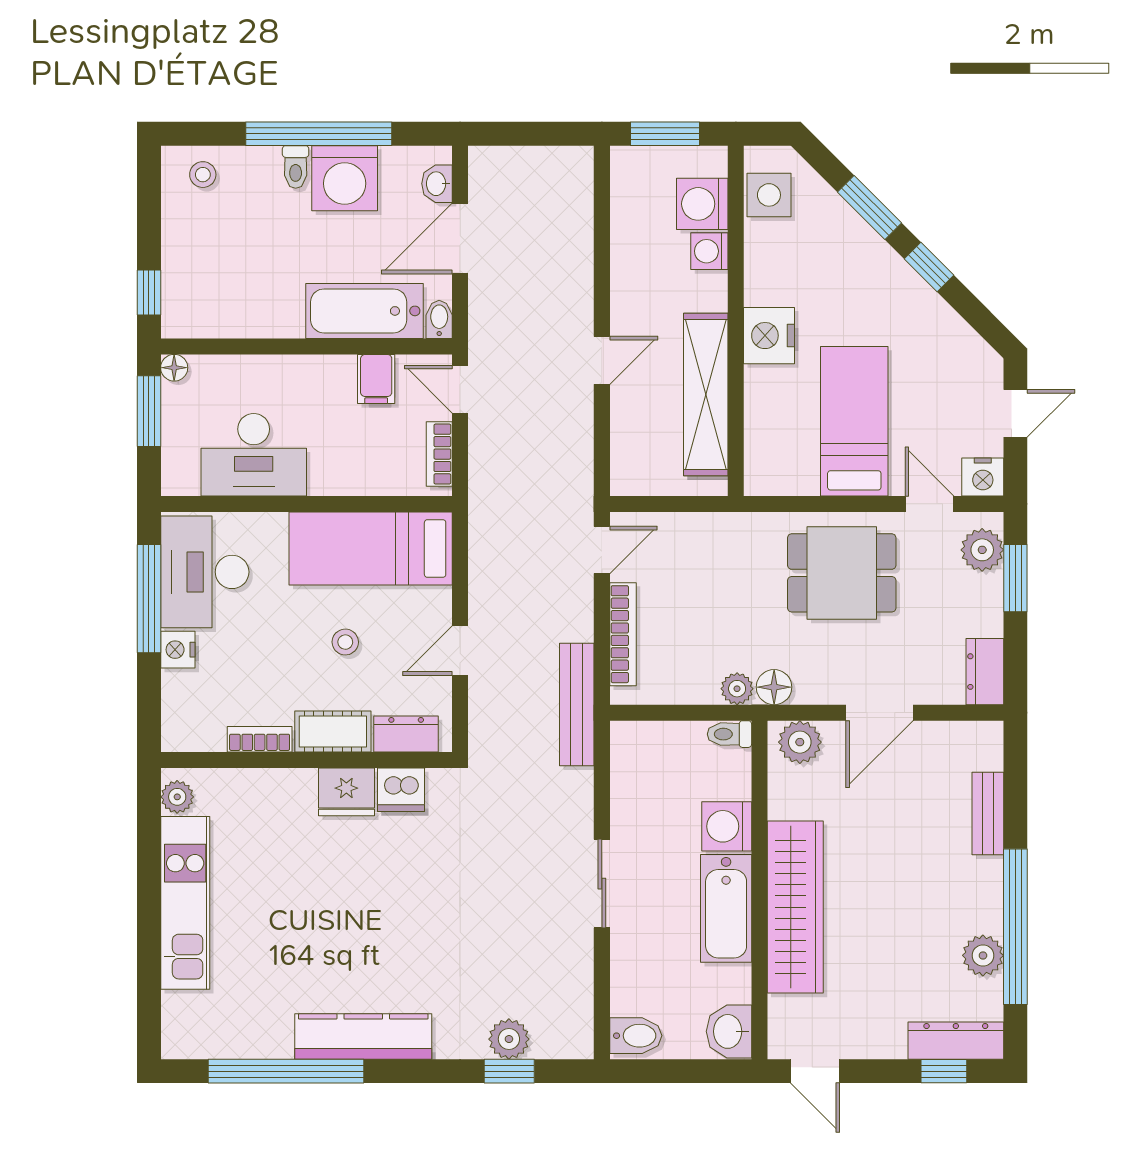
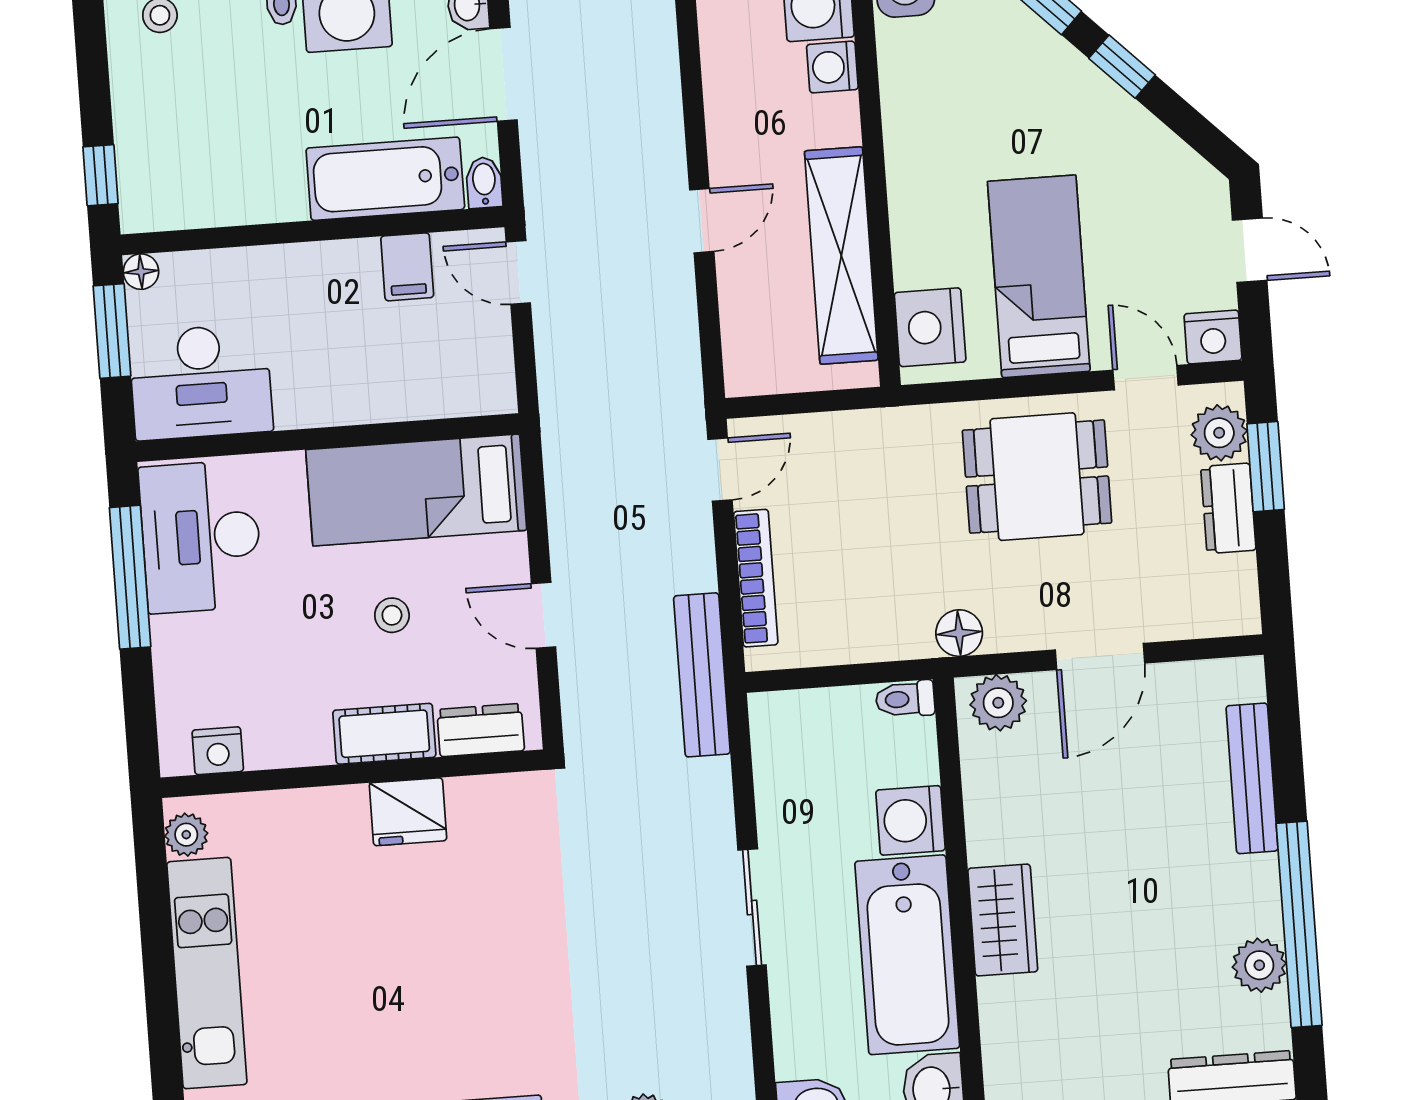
nightstand: (769, 336) -> (930, 327), moved
door: (1015, 413) -> (1250, 250), hinge flipped
bookcase: (439, 454) -> (497, 359), removed
desk: (254, 455) -> (201, 382), moved
nightstand: (178, 650) -> (218, 751), moved, turned -90
door: (460, 651) -> (544, 615), hinge flipped
dresser: (985, 672) -> (1228, 508), moved
plant: (737, 689) -> (911, 639), removed
bookcase: (260, 739) -> (289, 751), removed
dishwasher: (401, 790) -> (479, 804), removed
bench: (988, 814) -> (1252, 778), width x1.36
wardrobe: (795, 907) -> (1003, 920), width x0.48, depth x0.85
bathtub: (726, 908) -> (907, 955), width x1.36, depth x1.36

